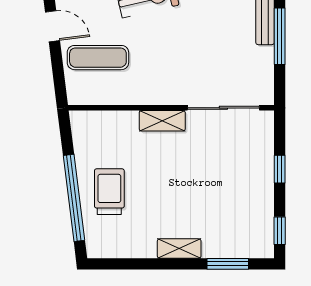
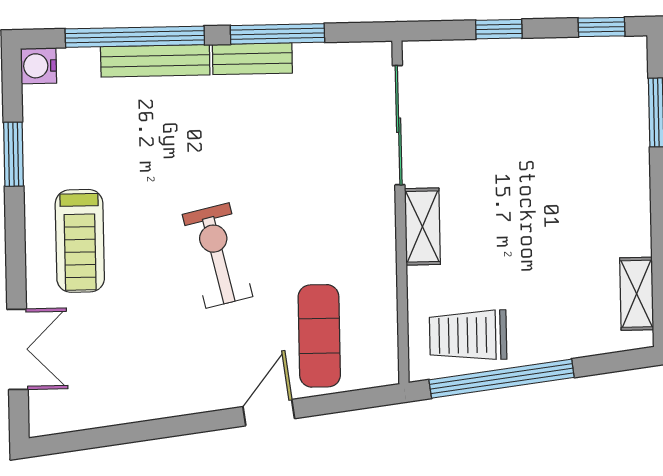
trolley: (109, 192) -> (468, 335), moved
window: (74, 198) -> (502, 379), moved
shelving: (179, 249) -> (637, 294), moved

